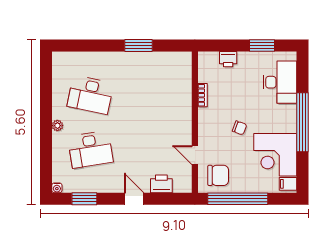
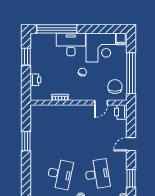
desk: (280, 82) -> (71, 44), moved
window: (302, 122) -> (57, 29), moved
printer: (161, 184) -> (121, 112), moved

